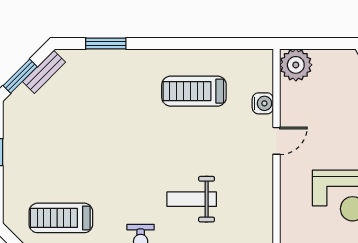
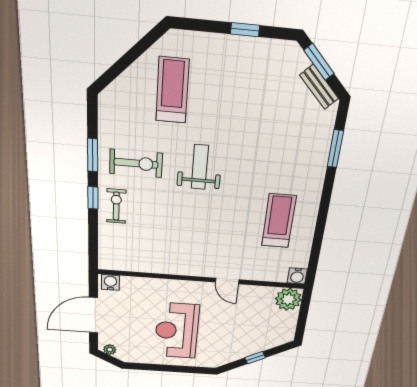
water cooler: (263, 103) -> (297, 276), moved
weight bench: (192, 199) -> (200, 167), moved

